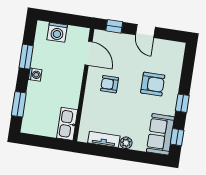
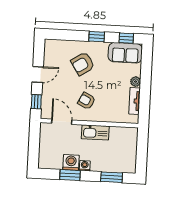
washing machine: (57, 32) -> (71, 162), moved, turned -90
door: (88, 53) -> (62, 122), hinge flipped
armchair: (109, 84) -> (87, 101), turned 117
armchair: (153, 84) -> (83, 64), turned -123
kitchen sink: (67, 124) -> (95, 132), moved

